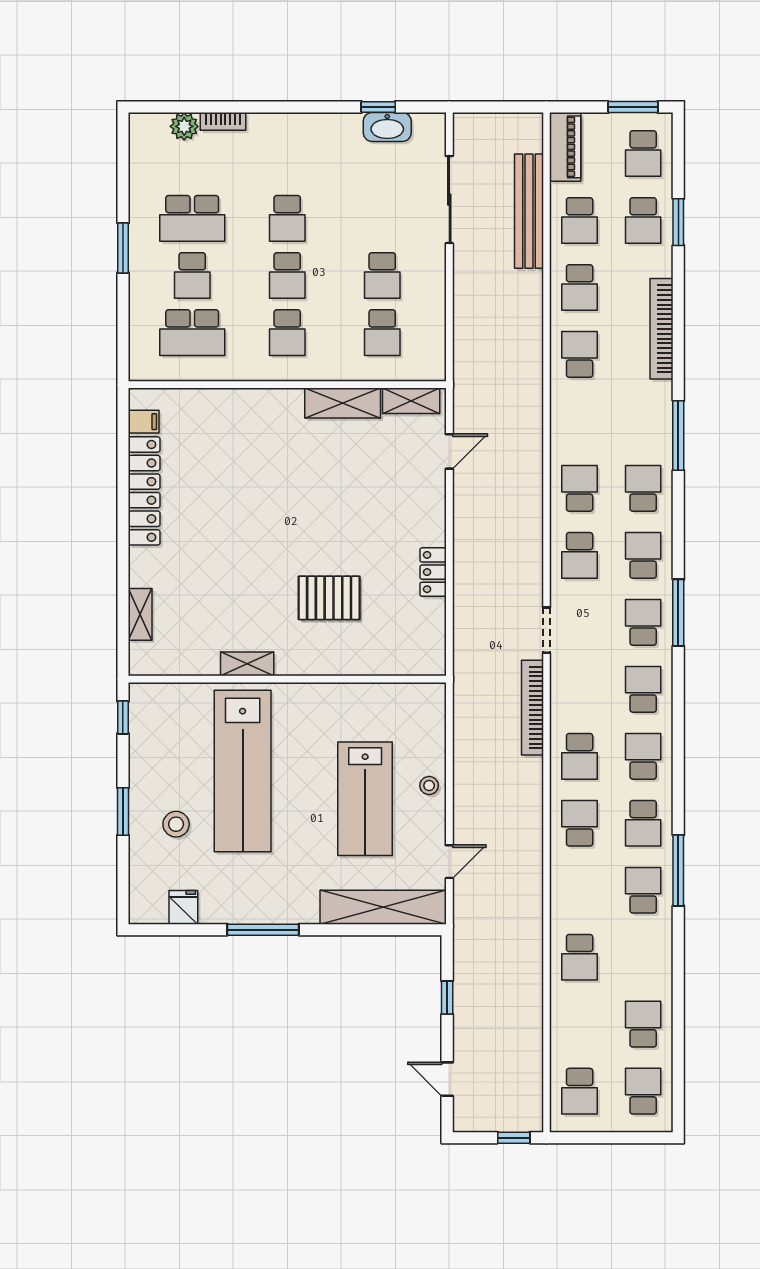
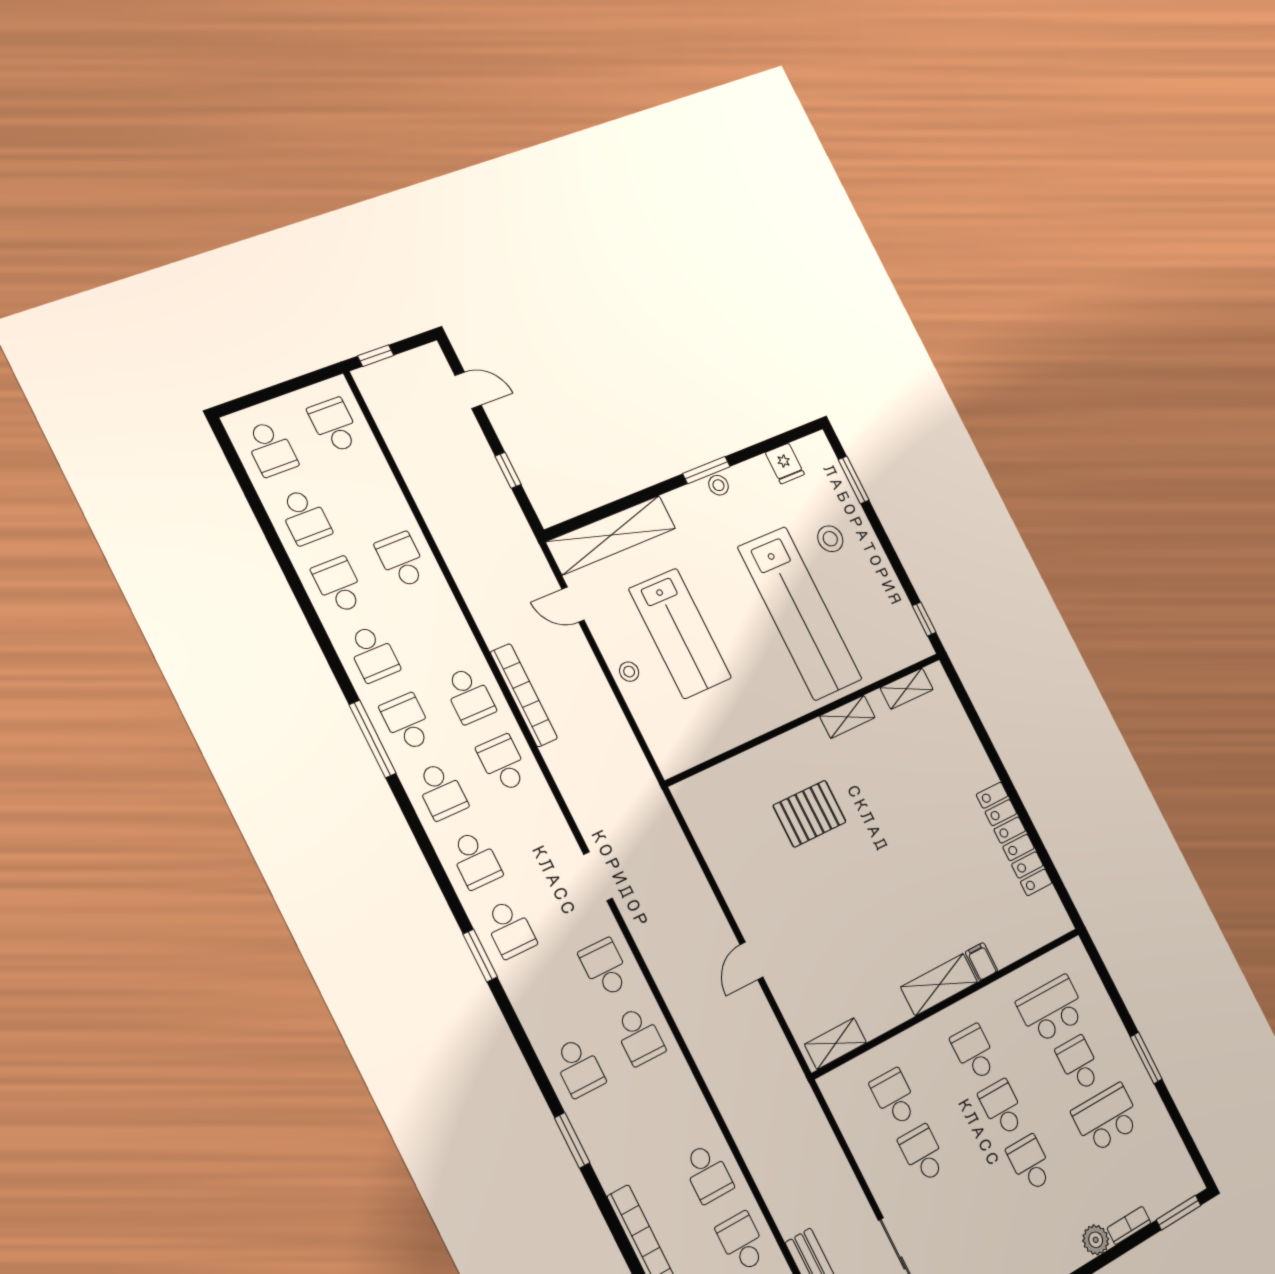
window: (168, 107) -> (1179, 1213), added
plant: (184, 126) -> (1096, 1240), moved
shelving: (343, 403) -> (939, 985), moved
filing cabinet: (144, 422) -> (981, 961), moved, turned 90
window: (678, 435) -> (572, 1140), width x0.69
door: (449, 451) -> (752, 961), moved
school desk: (643, 555) -> (339, 585), moved, turned 180
locker: (433, 572) -> (731, 884), removed
window: (678, 613) -> (480, 956), width x0.69
shelving: (140, 614) -> (907, 689), moved, turned 90
bookcase: (532, 708) -> (524, 695), moved
lab bench: (243, 771) -> (800, 613), turned 180
lab bench: (365, 799) -> (680, 633), turned 180
window: (123, 812) -> (854, 480), moved
door: (449, 862) -> (573, 605), hinge flipped
window: (678, 870) -> (373, 739), moved
stool: (259, 912) -> (719, 485), added
window: (263, 930) -> (706, 470), width x0.69

